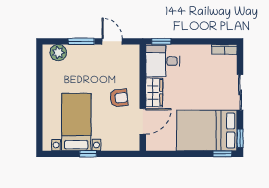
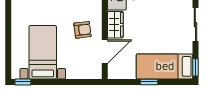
bed: (207, 130) -> (165, 66), width x0.67
window: (88, 154) -> (23, 82), moved
window: (222, 154) -> (149, 82), moved

